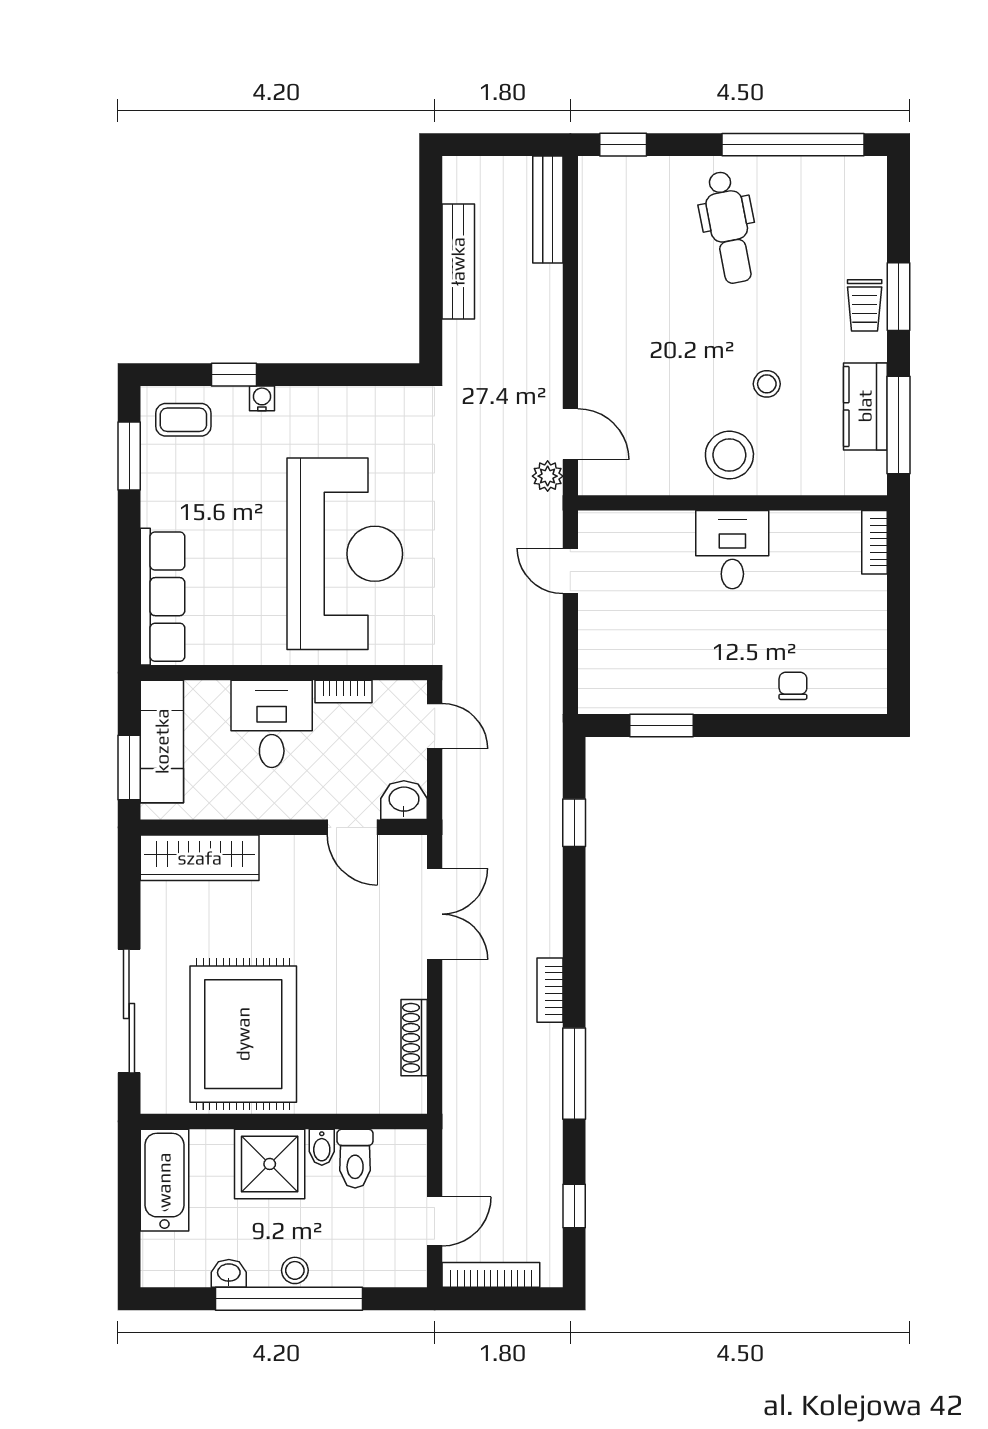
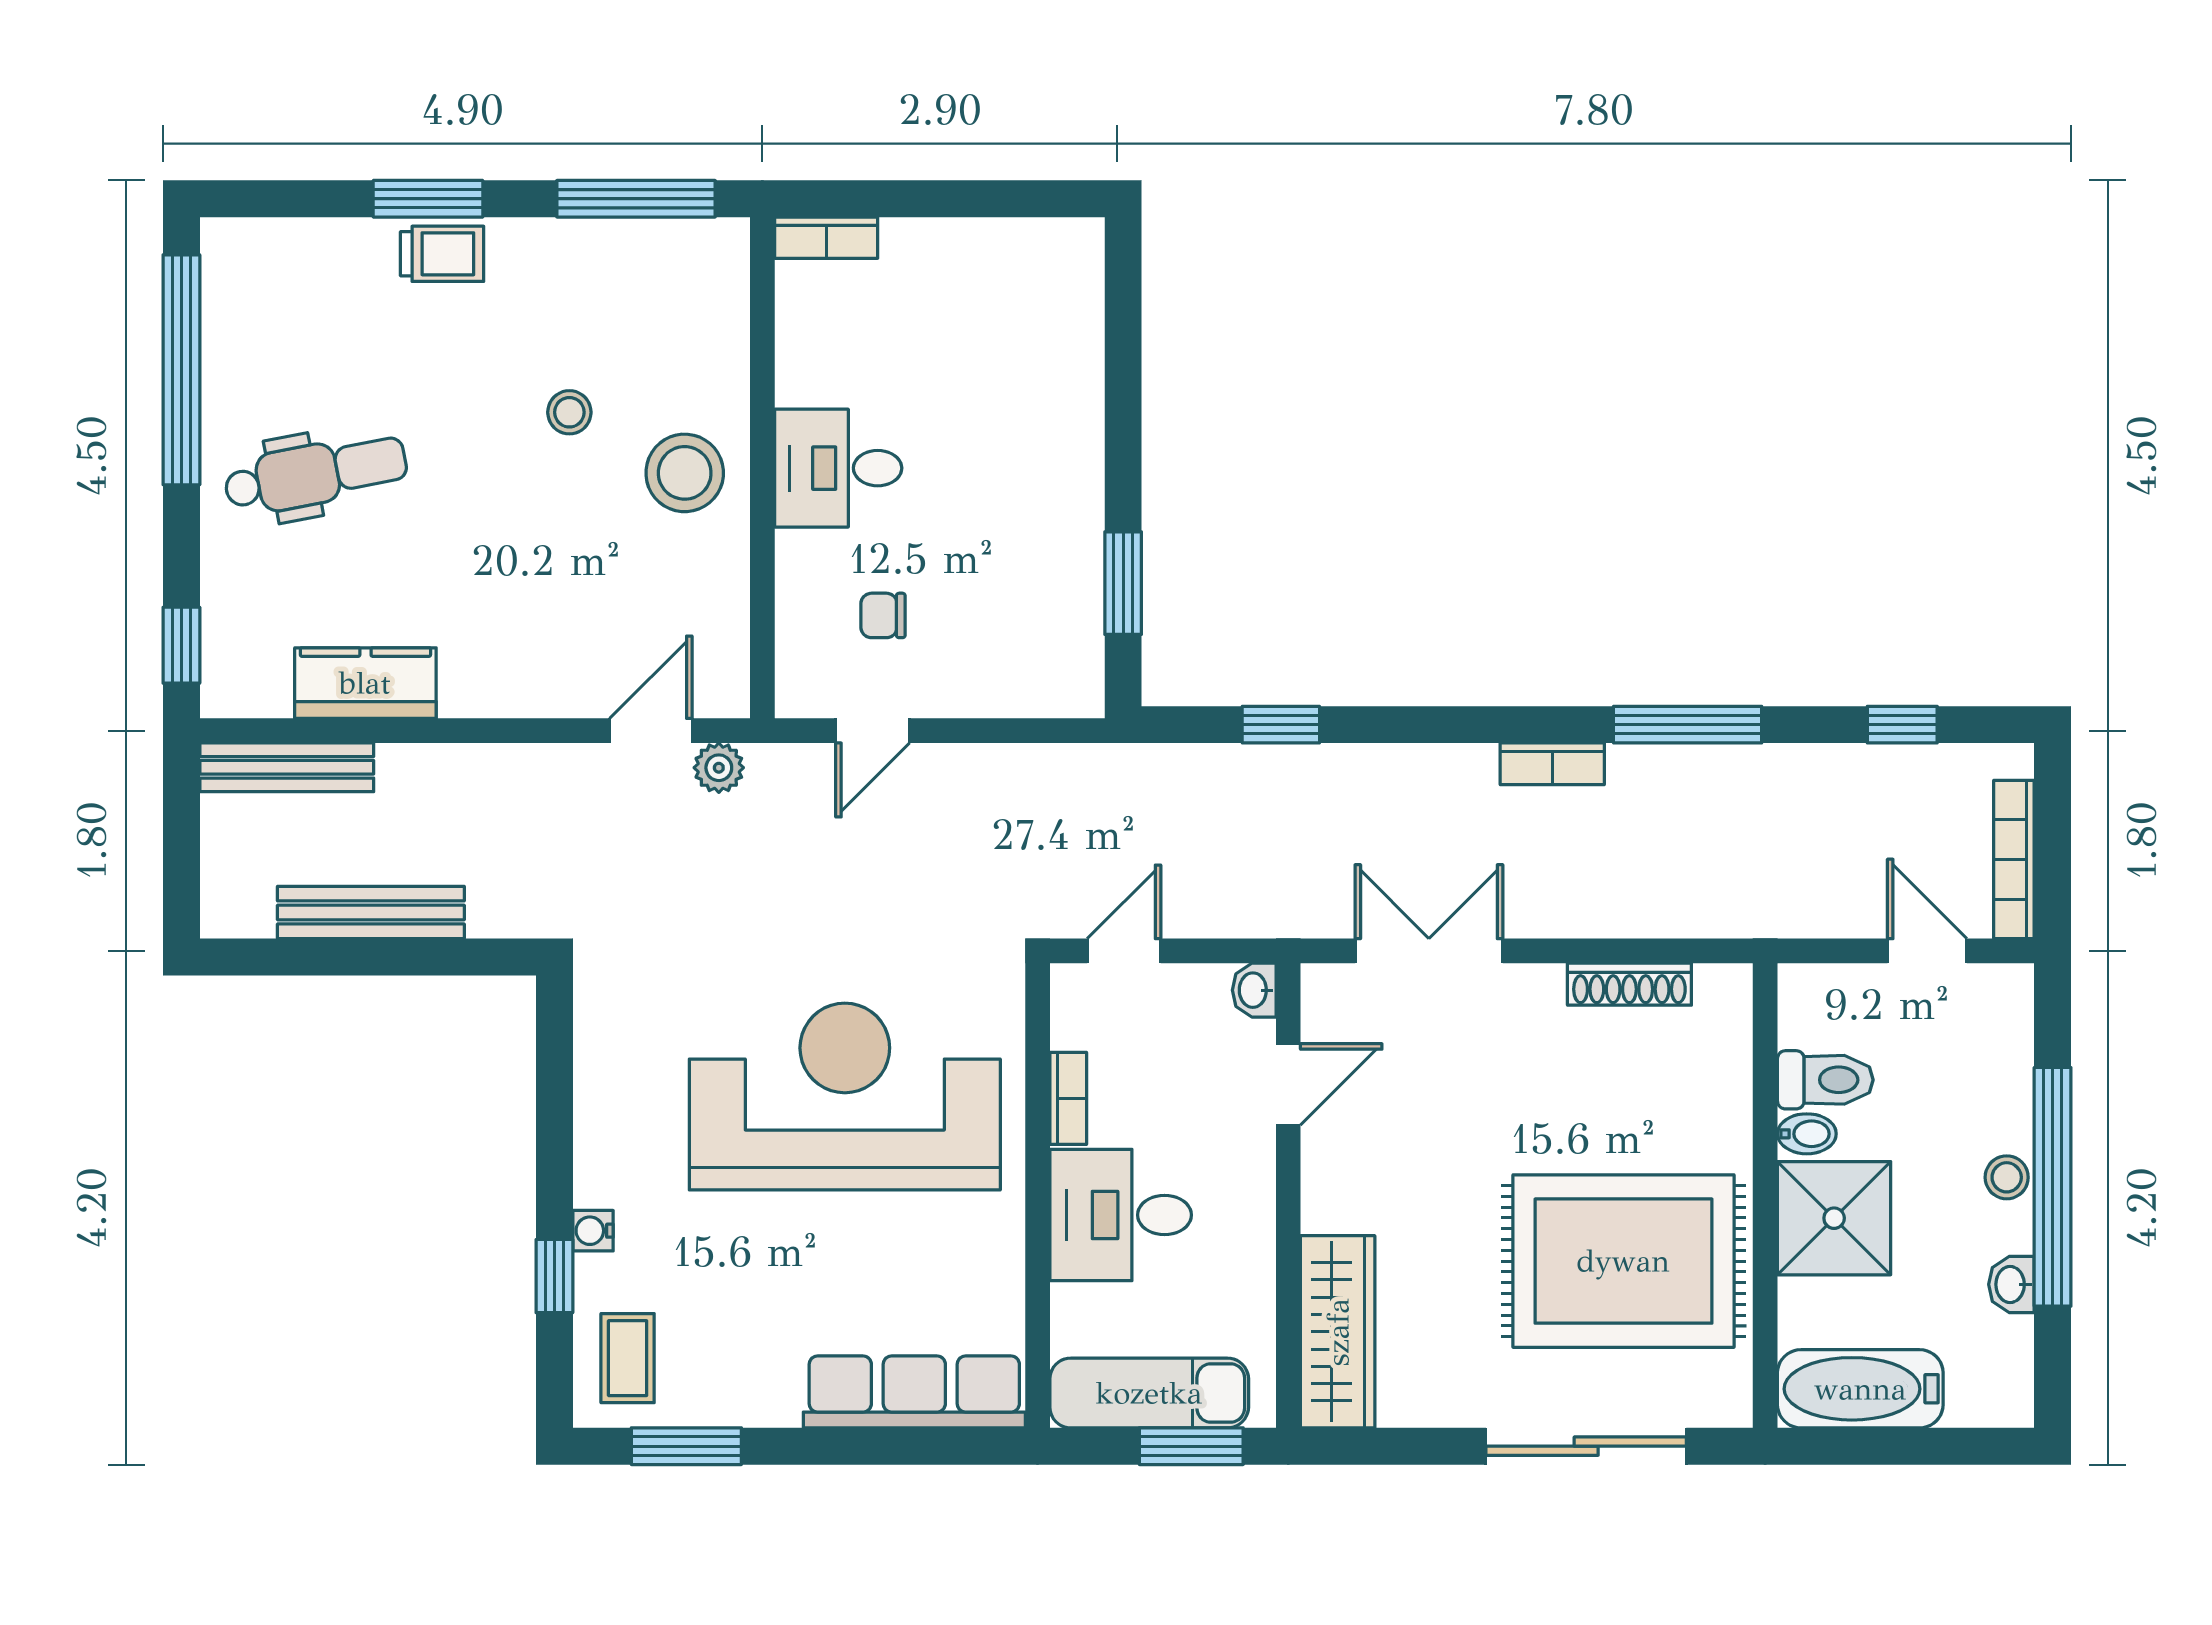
kitchen counter: (865, 406) -> (365, 683), moved, turned 180
chair: (793, 686) -> (883, 615), moved
washbasin: (404, 800) -> (1254, 990), width x0.72, depth x0.69

